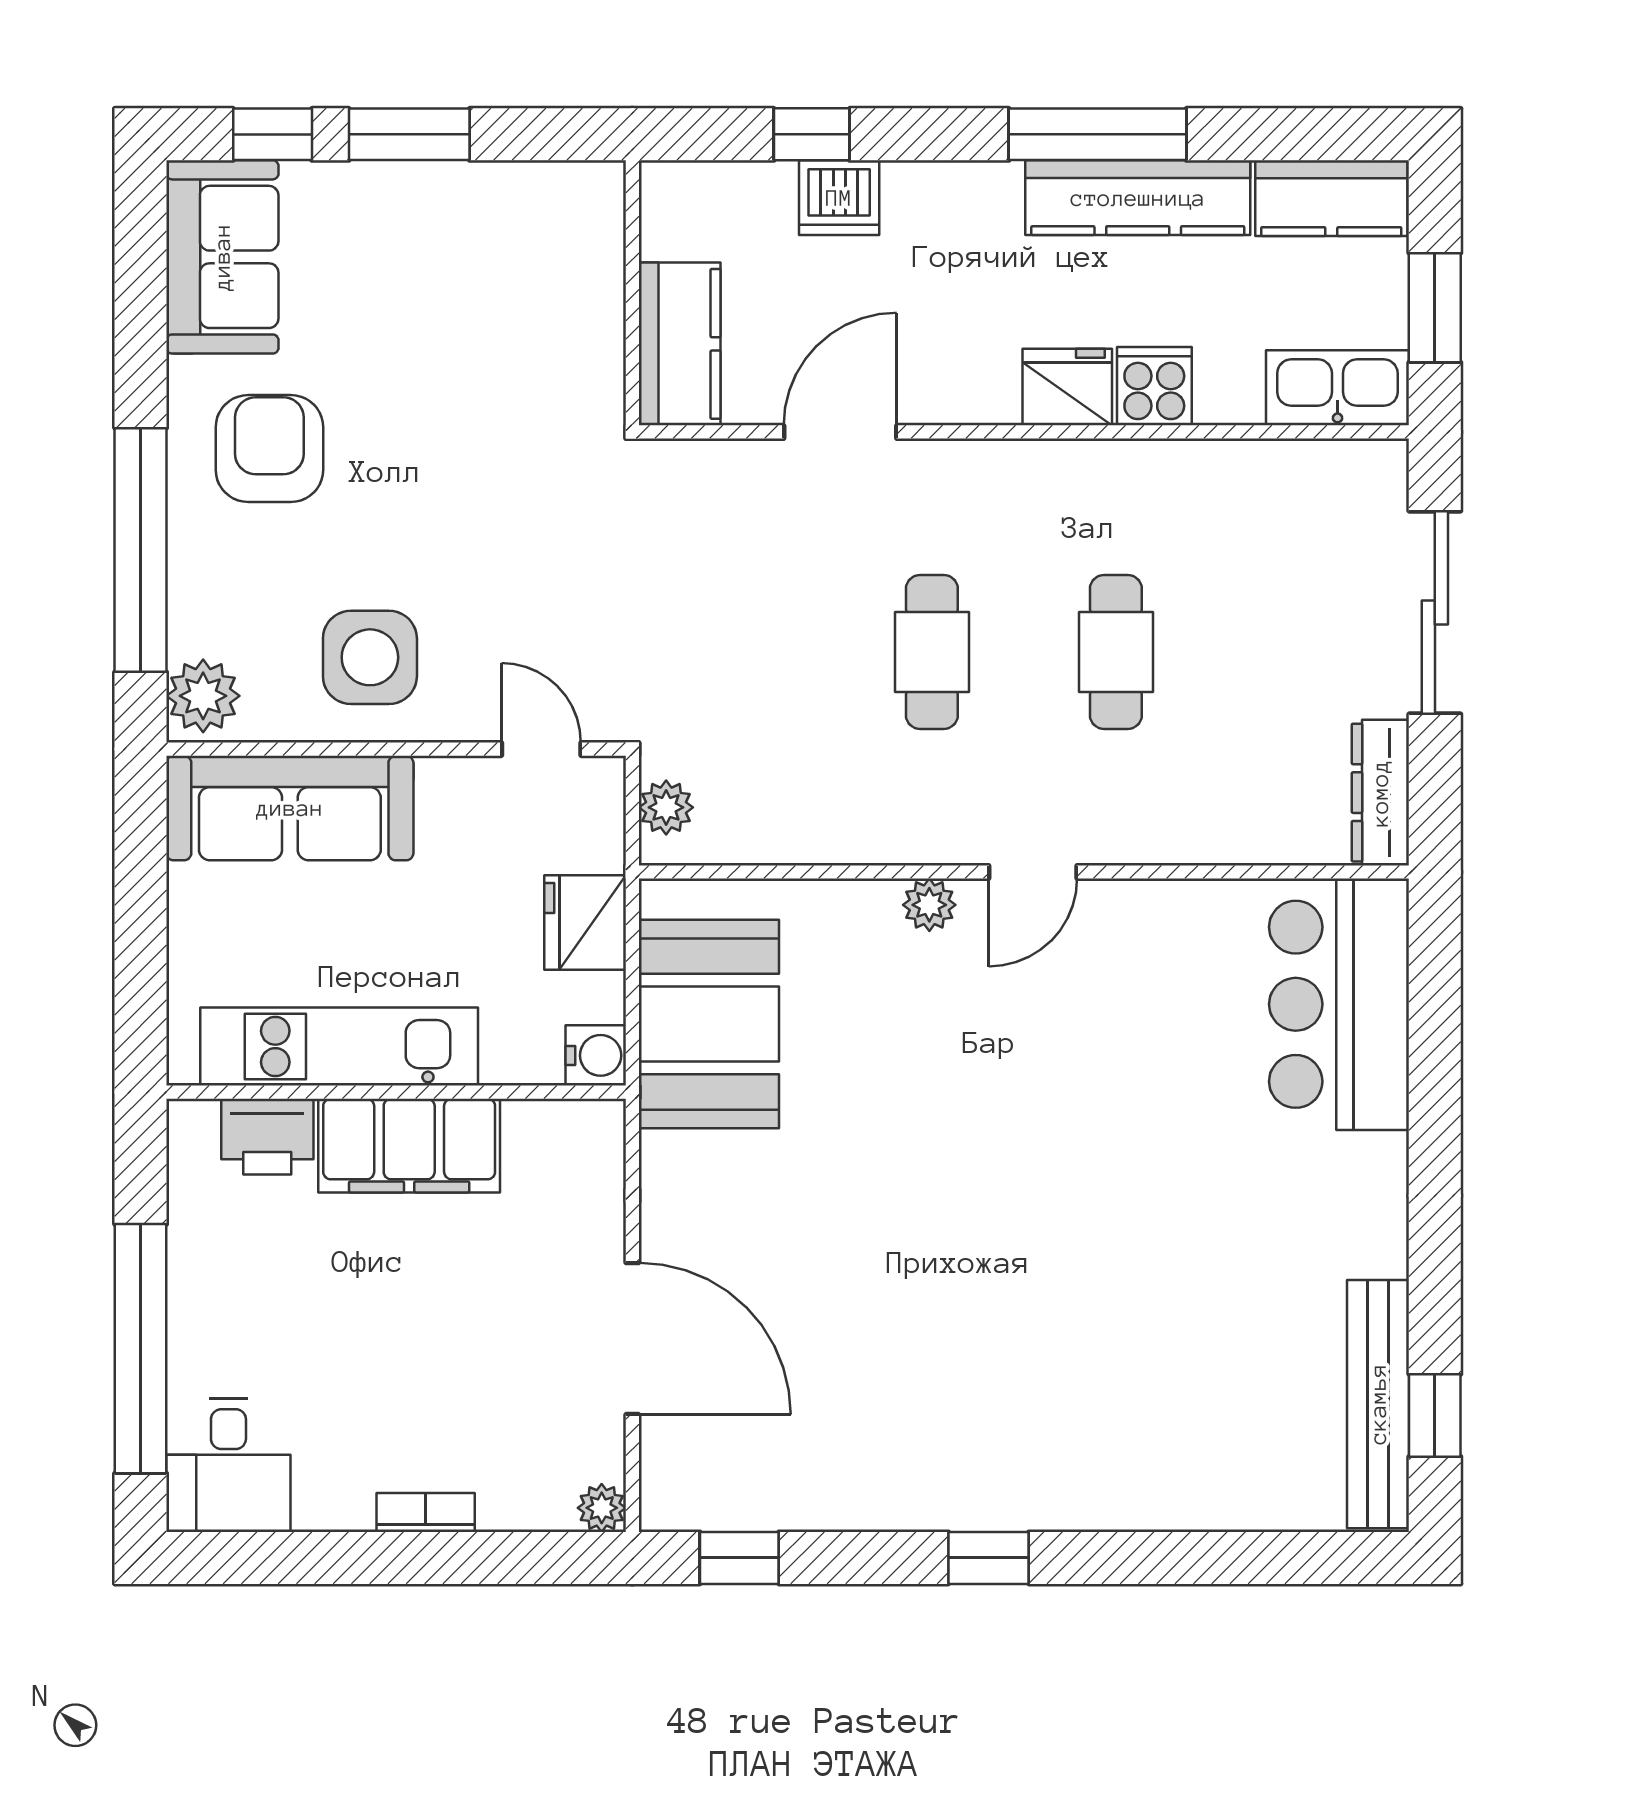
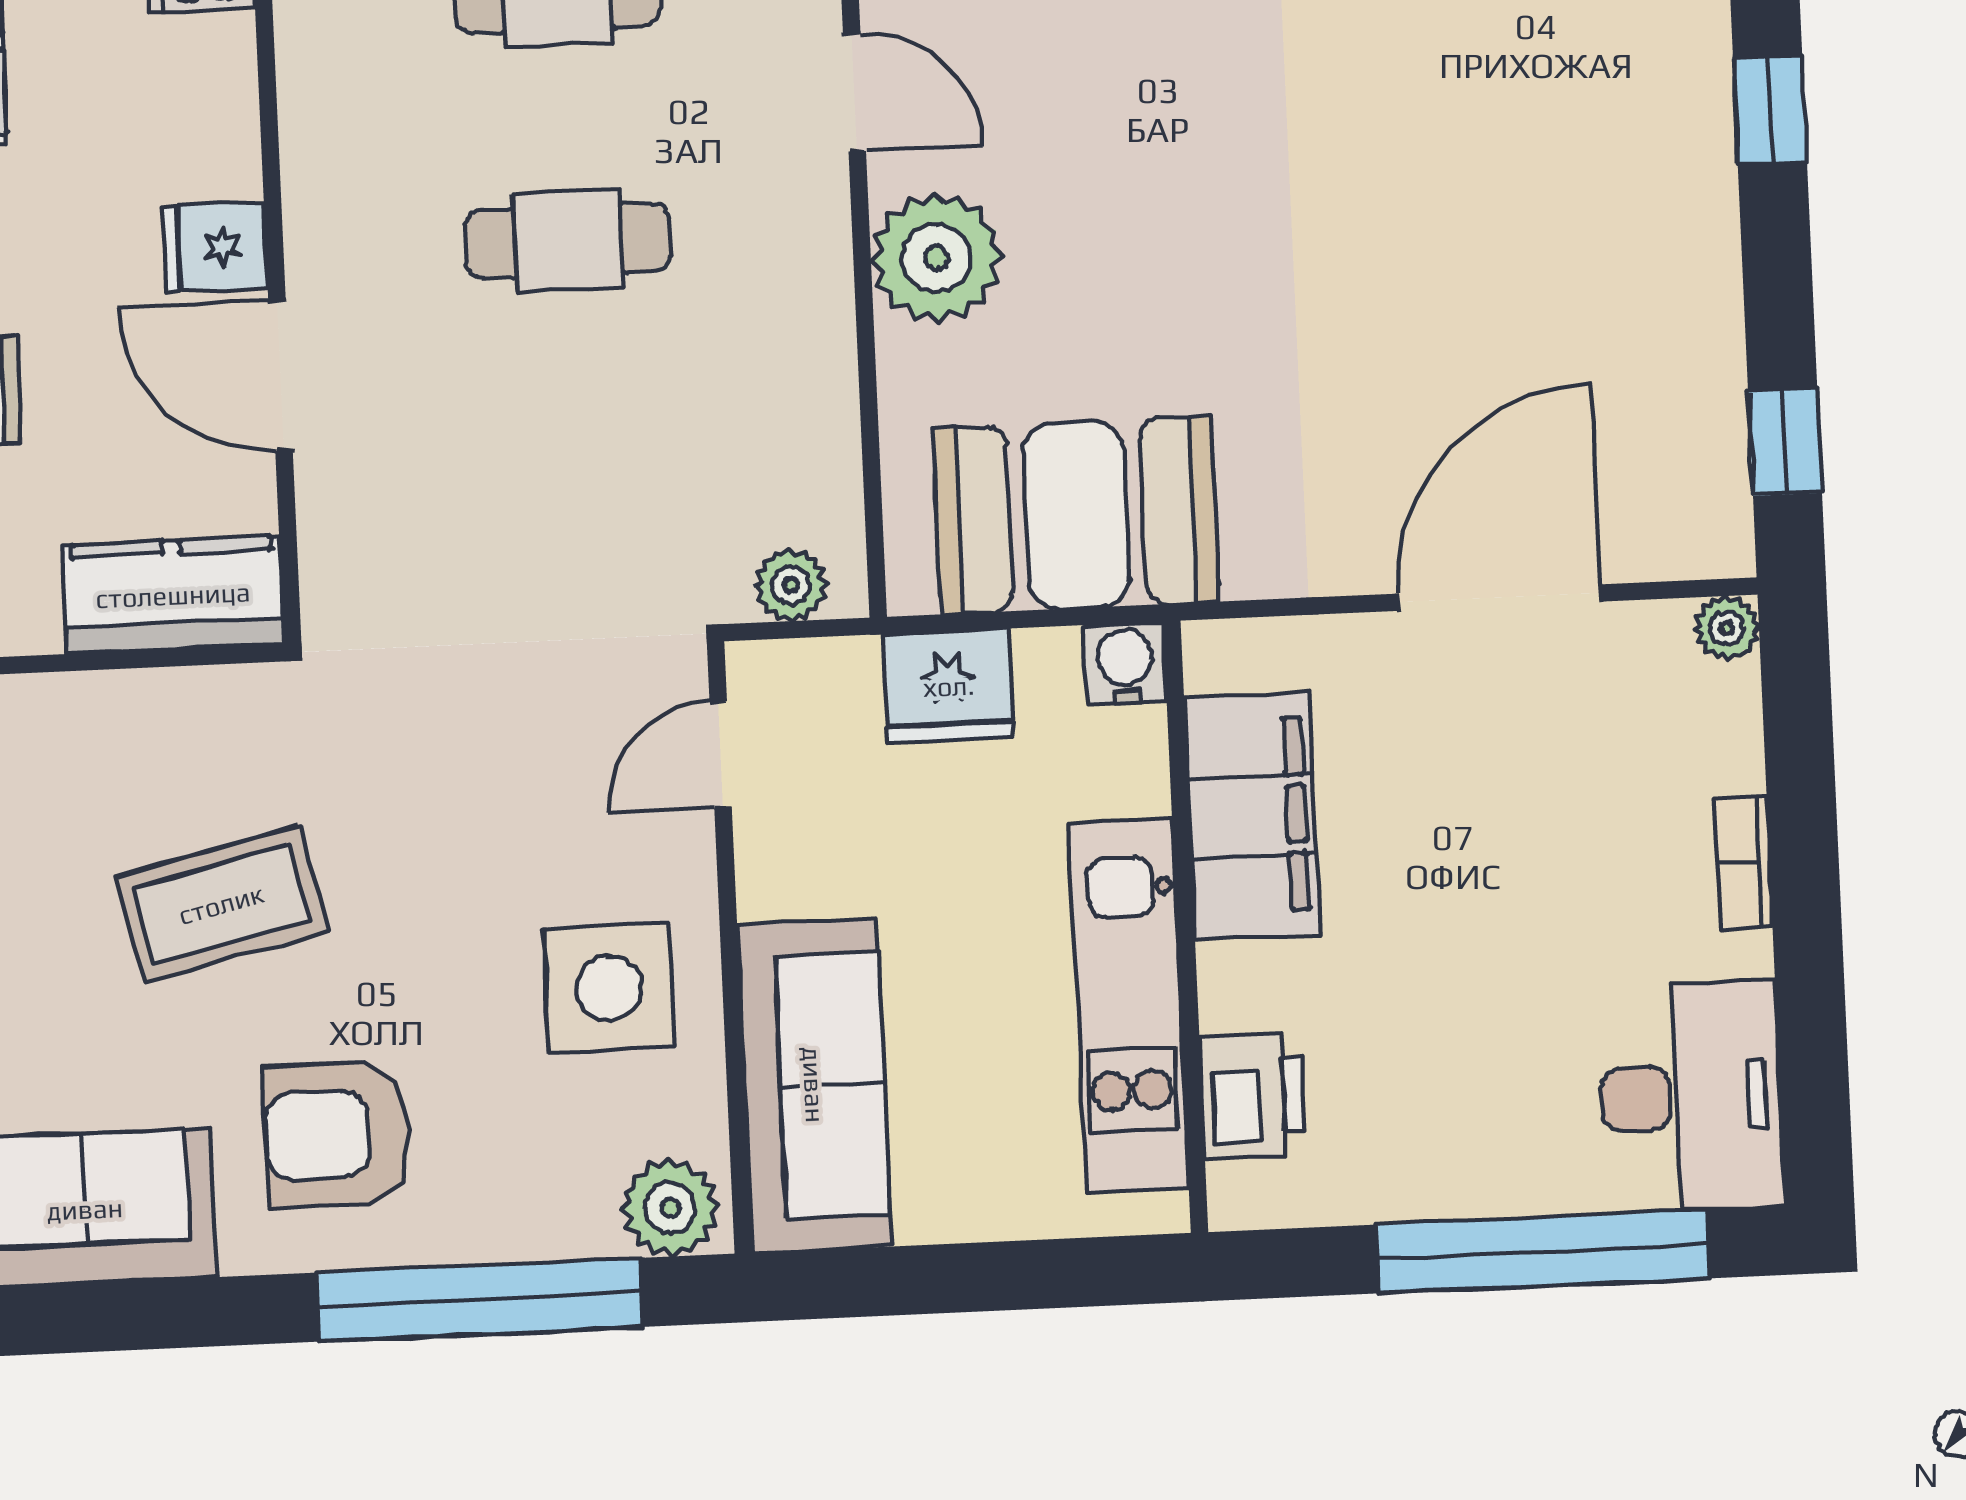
coffee table: (446, 370) -> (221, 904), added
fridge: (1067, 387) -> (215, 247), moved, width x0.72
plant: (929, 905) -> (936, 258), width x1.87, depth x1.87
filing cabinet: (409, 1146) -> (1252, 816), moved
desk: (228, 1465) -> (1691, 1097), width x1.37

